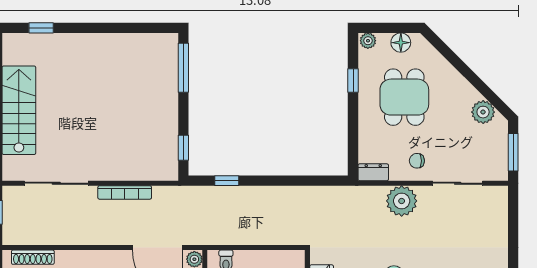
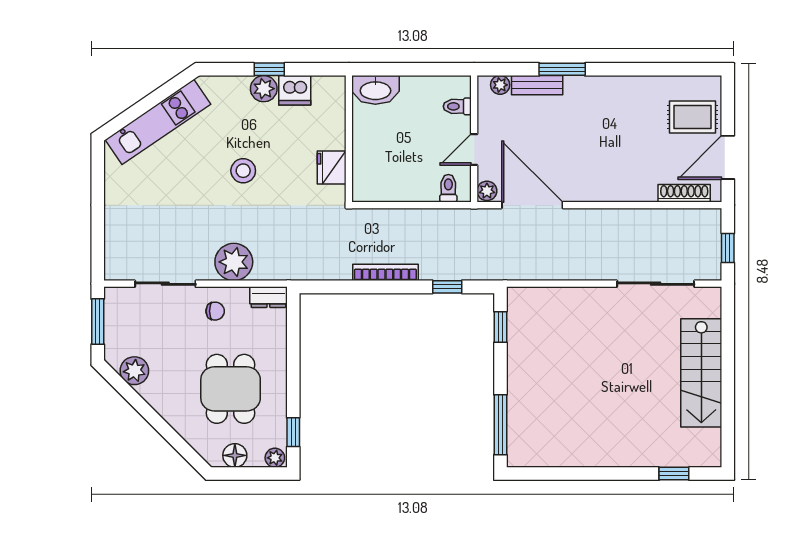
window: (353, 80) -> (293, 432), moved
bookcase: (125, 192) -> (385, 272), moved

